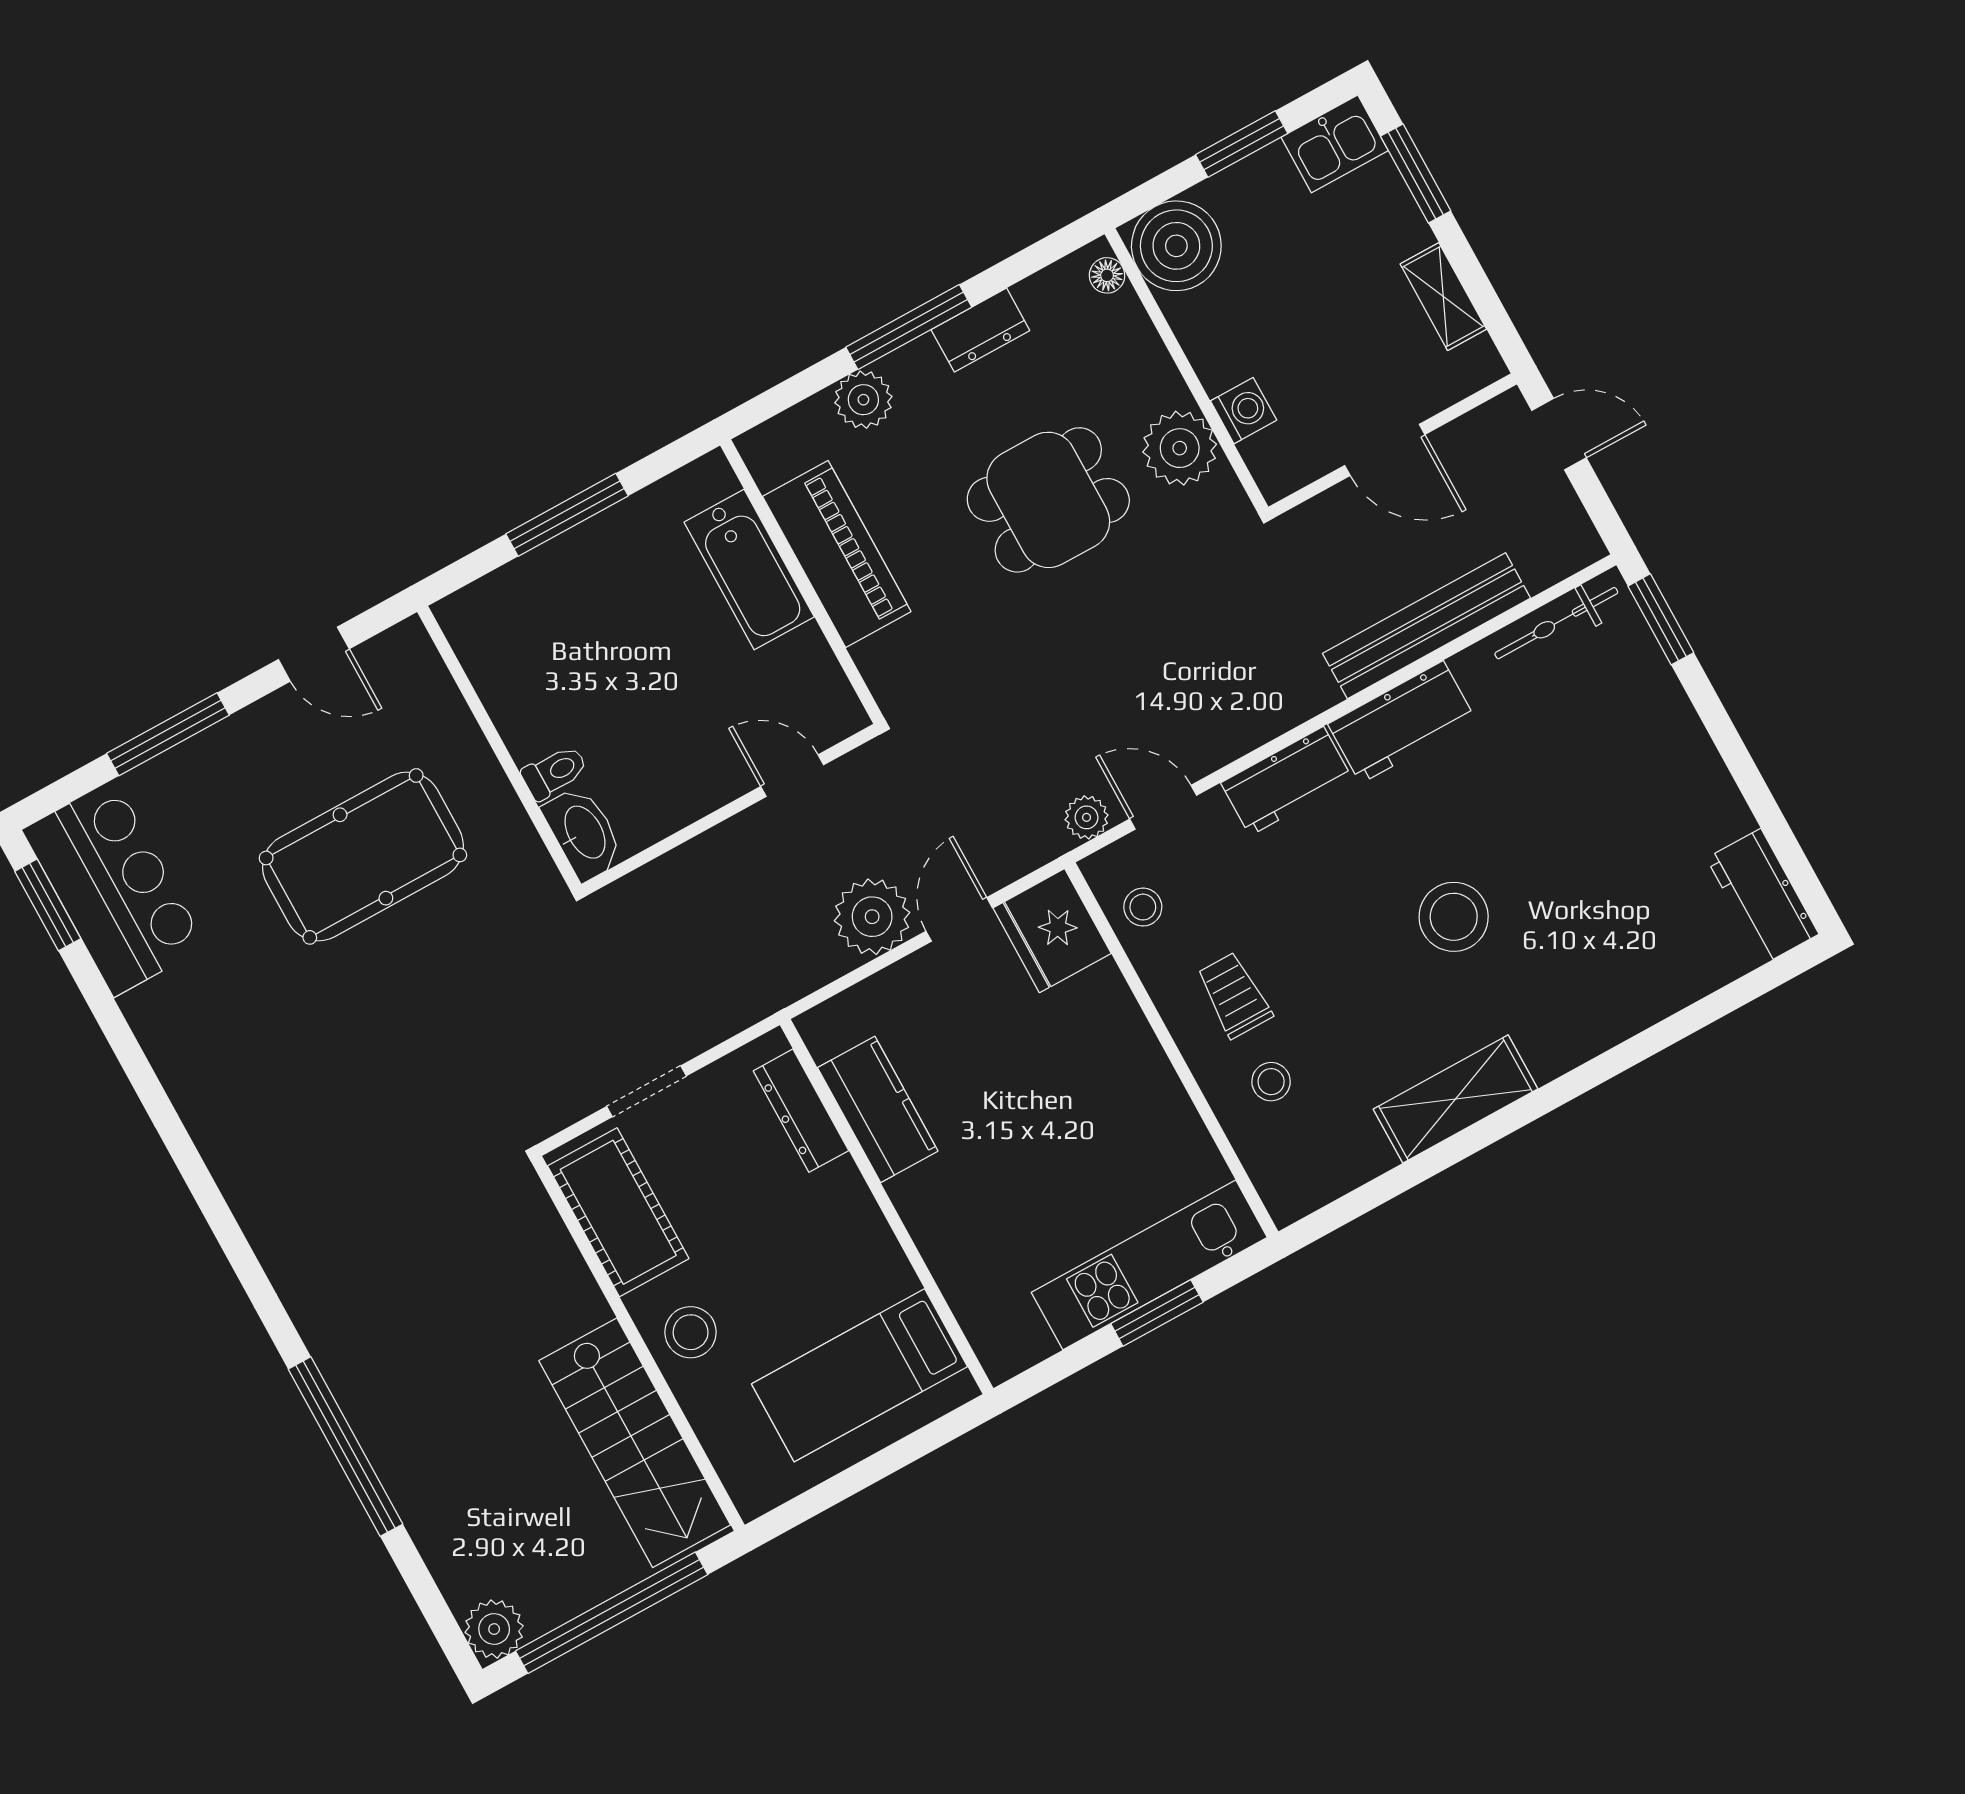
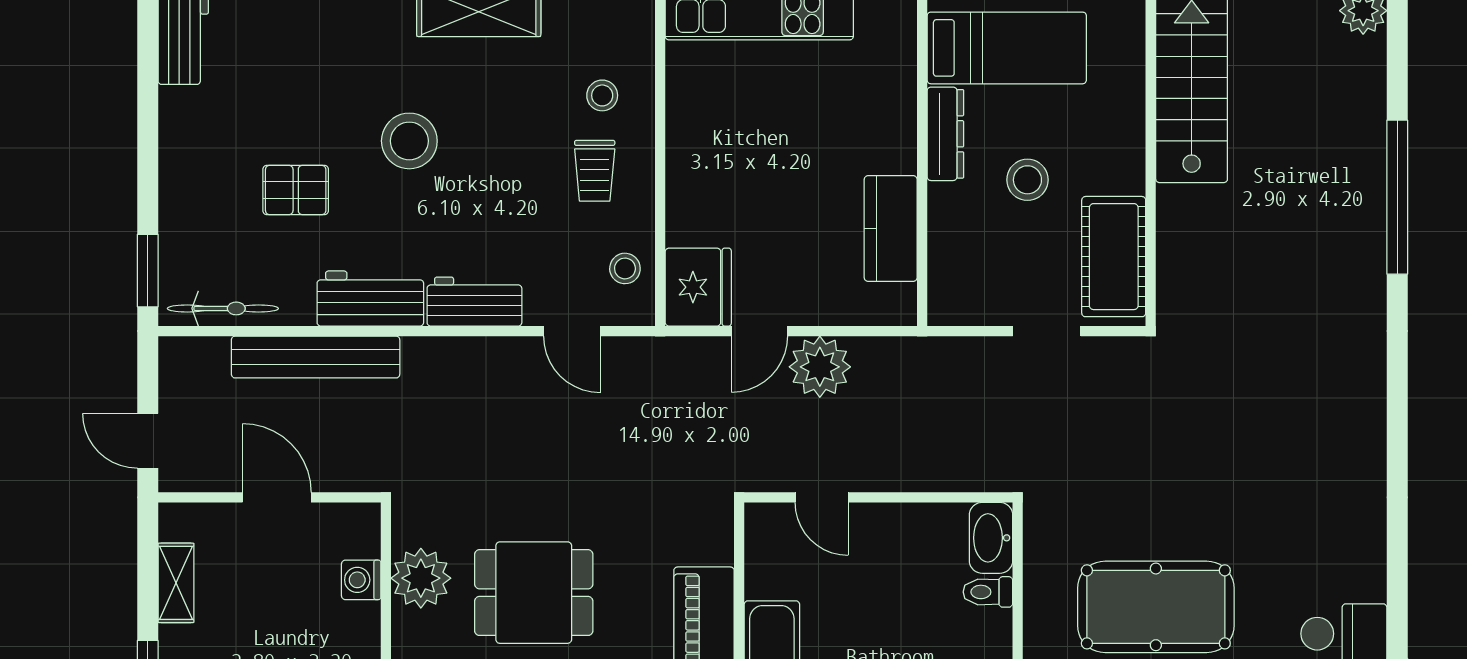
pallet: (1548, 795) -> (296, 190), added
plant: (1087, 817) -> (630, 354), removed
dresser: (801, 1111) -> (945, 134), moved
stool: (691, 1332) -> (1027, 180), moved

